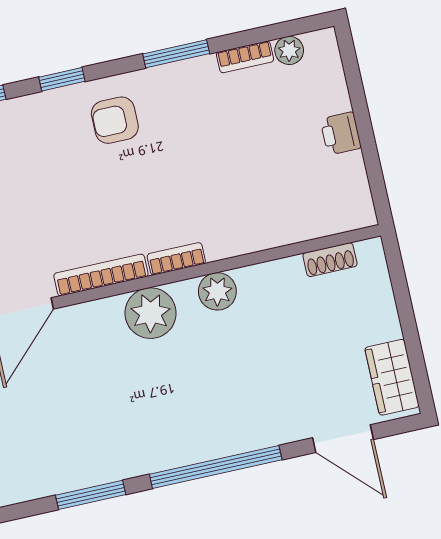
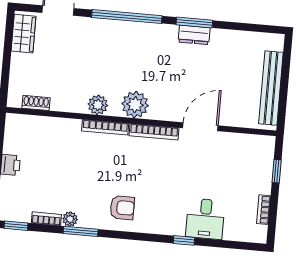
plant: (289, 50) -> (70, 219), moved
window: (62, 79) -> (16, 226), moved
bookcase: (176, 259) -> (105, 127), width x1.56
dresser: (84, 472) -> (194, 35), added

